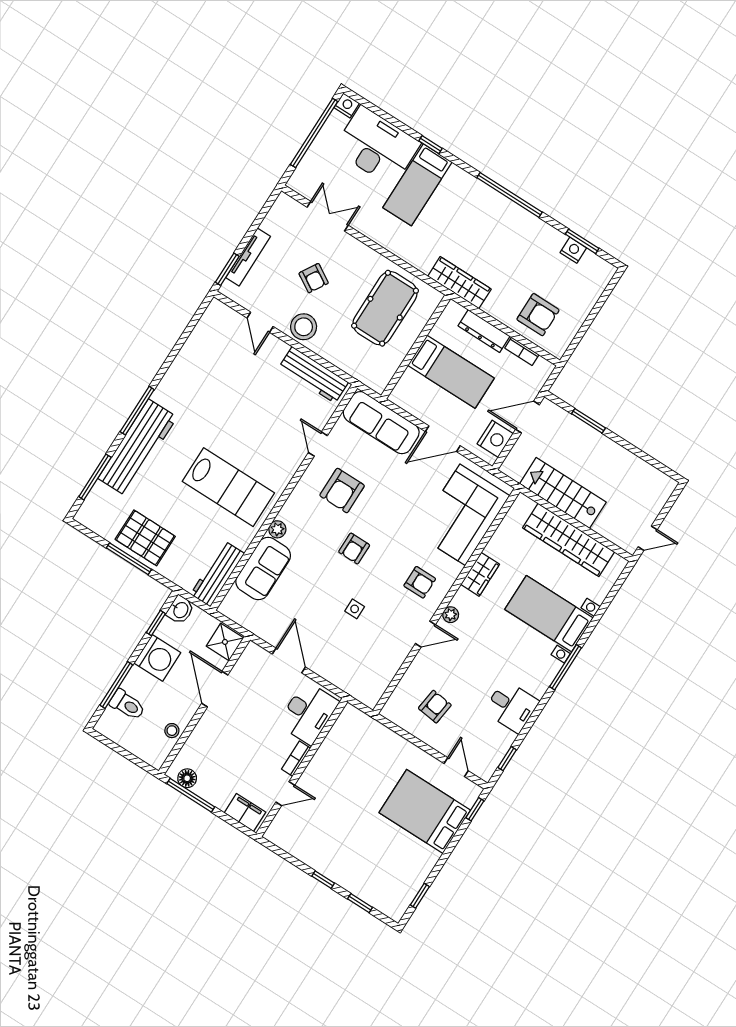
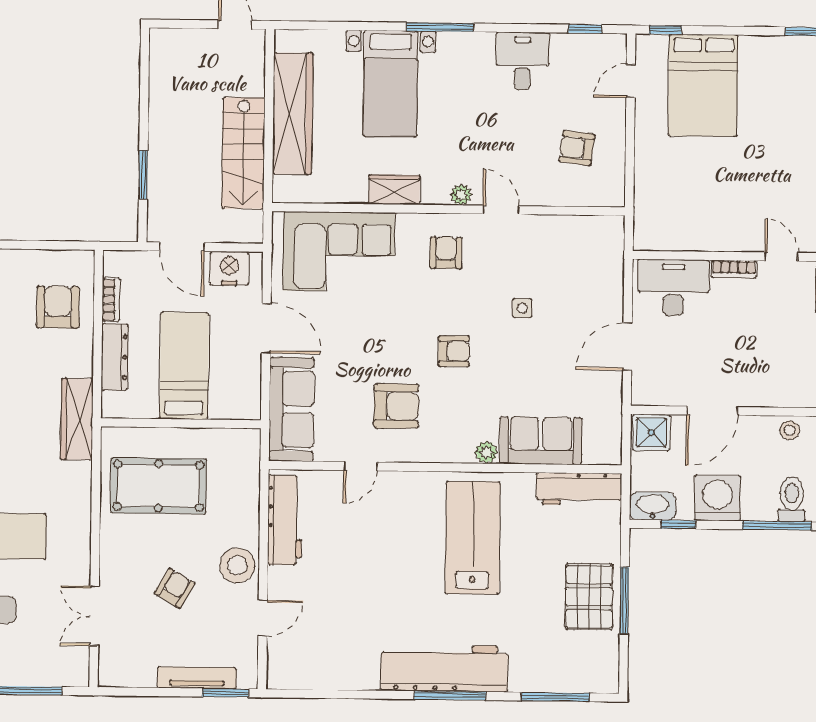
workbench: (138, 448) -> (444, 668), moved
washbasin: (180, 610) -> (653, 506), width x1.38

